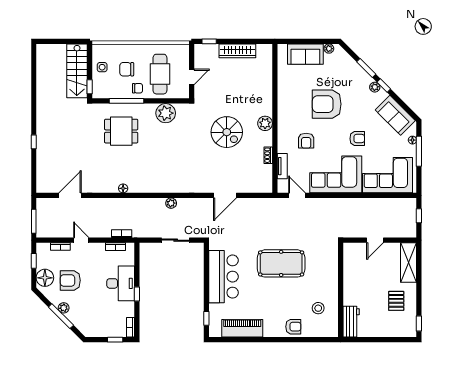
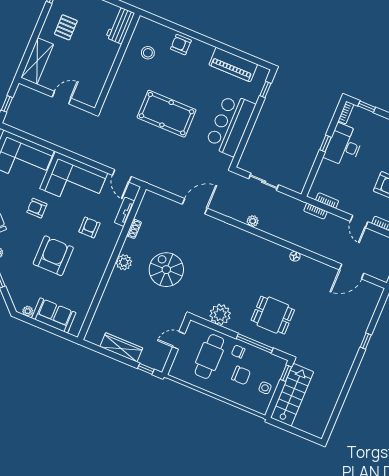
armchair: (327, 104) -> (53, 256), turned -90
desk: (121, 283) -> (344, 145), moved

